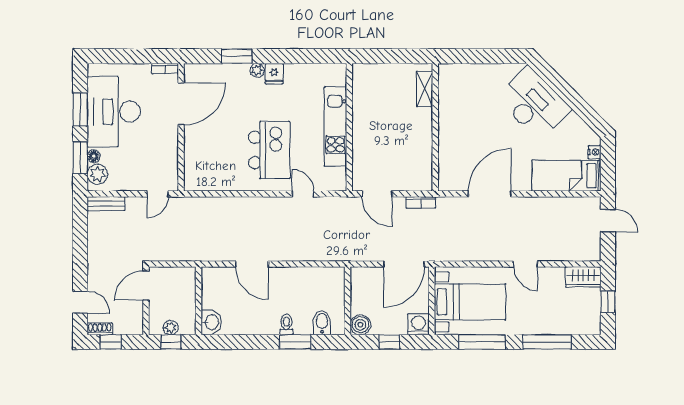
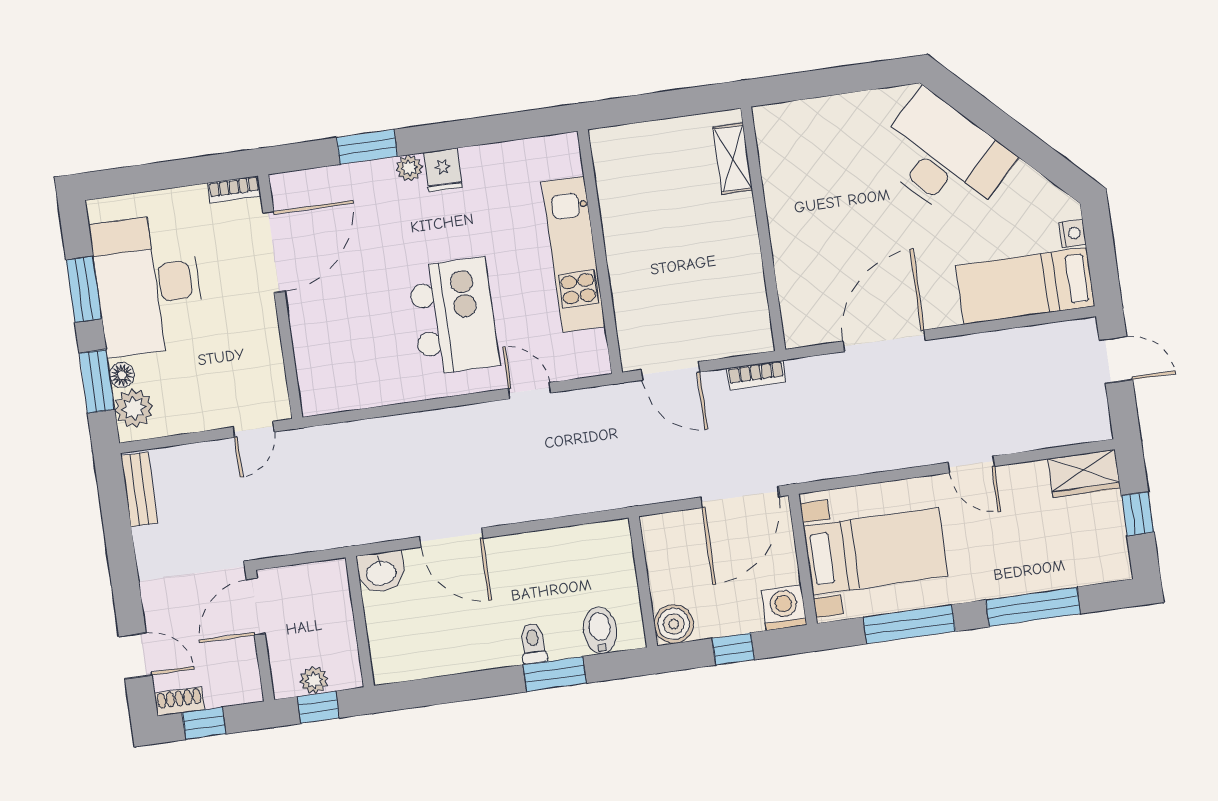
bench: (106, 204) -> (139, 489), moved, turned 90
washbasin: (211, 322) -> (381, 572), moved, turned 90

